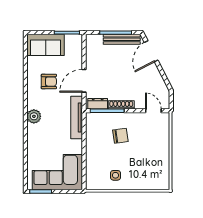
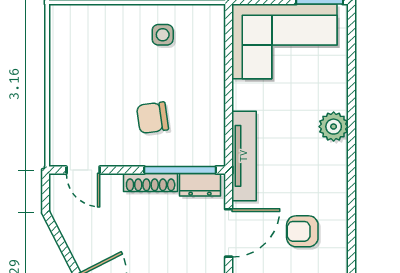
plant: (34, 116) -> (334, 127), moved

